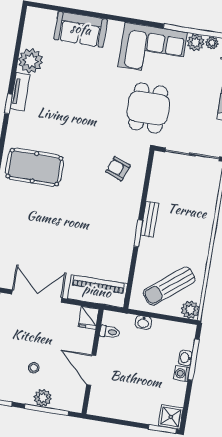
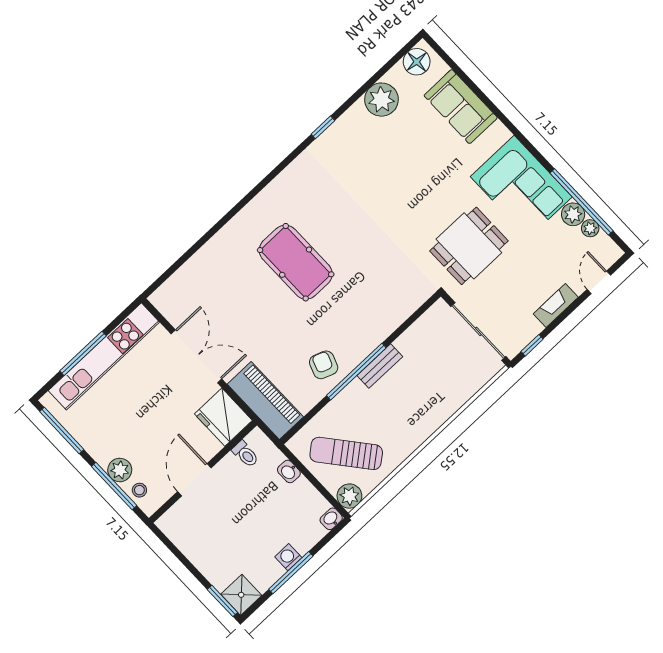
floor lamp: (34, 23) -> (417, 62), added
tv unit: (20, 92) -> (345, 124), removed
pool table: (34, 167) -> (296, 262), moved
armchair: (118, 169) -> (324, 365), moved
window: (138, 233) -> (356, 372), width x2.11
fridge: (88, 318) -> (223, 417), width x1.88, depth x1.34
washbasin: (185, 358) -> (331, 519), moved
window: (194, 360) -> (291, 573), moved
stool: (34, 368) -> (139, 490), moved

